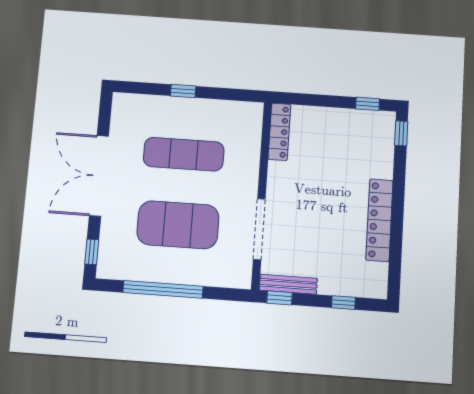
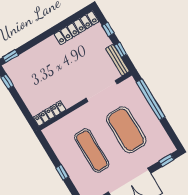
locker: (379, 220) -> (76, 28), moved
window: (163, 289) -> (151, 100), moved
window: (279, 298) -> (121, 50), moved

